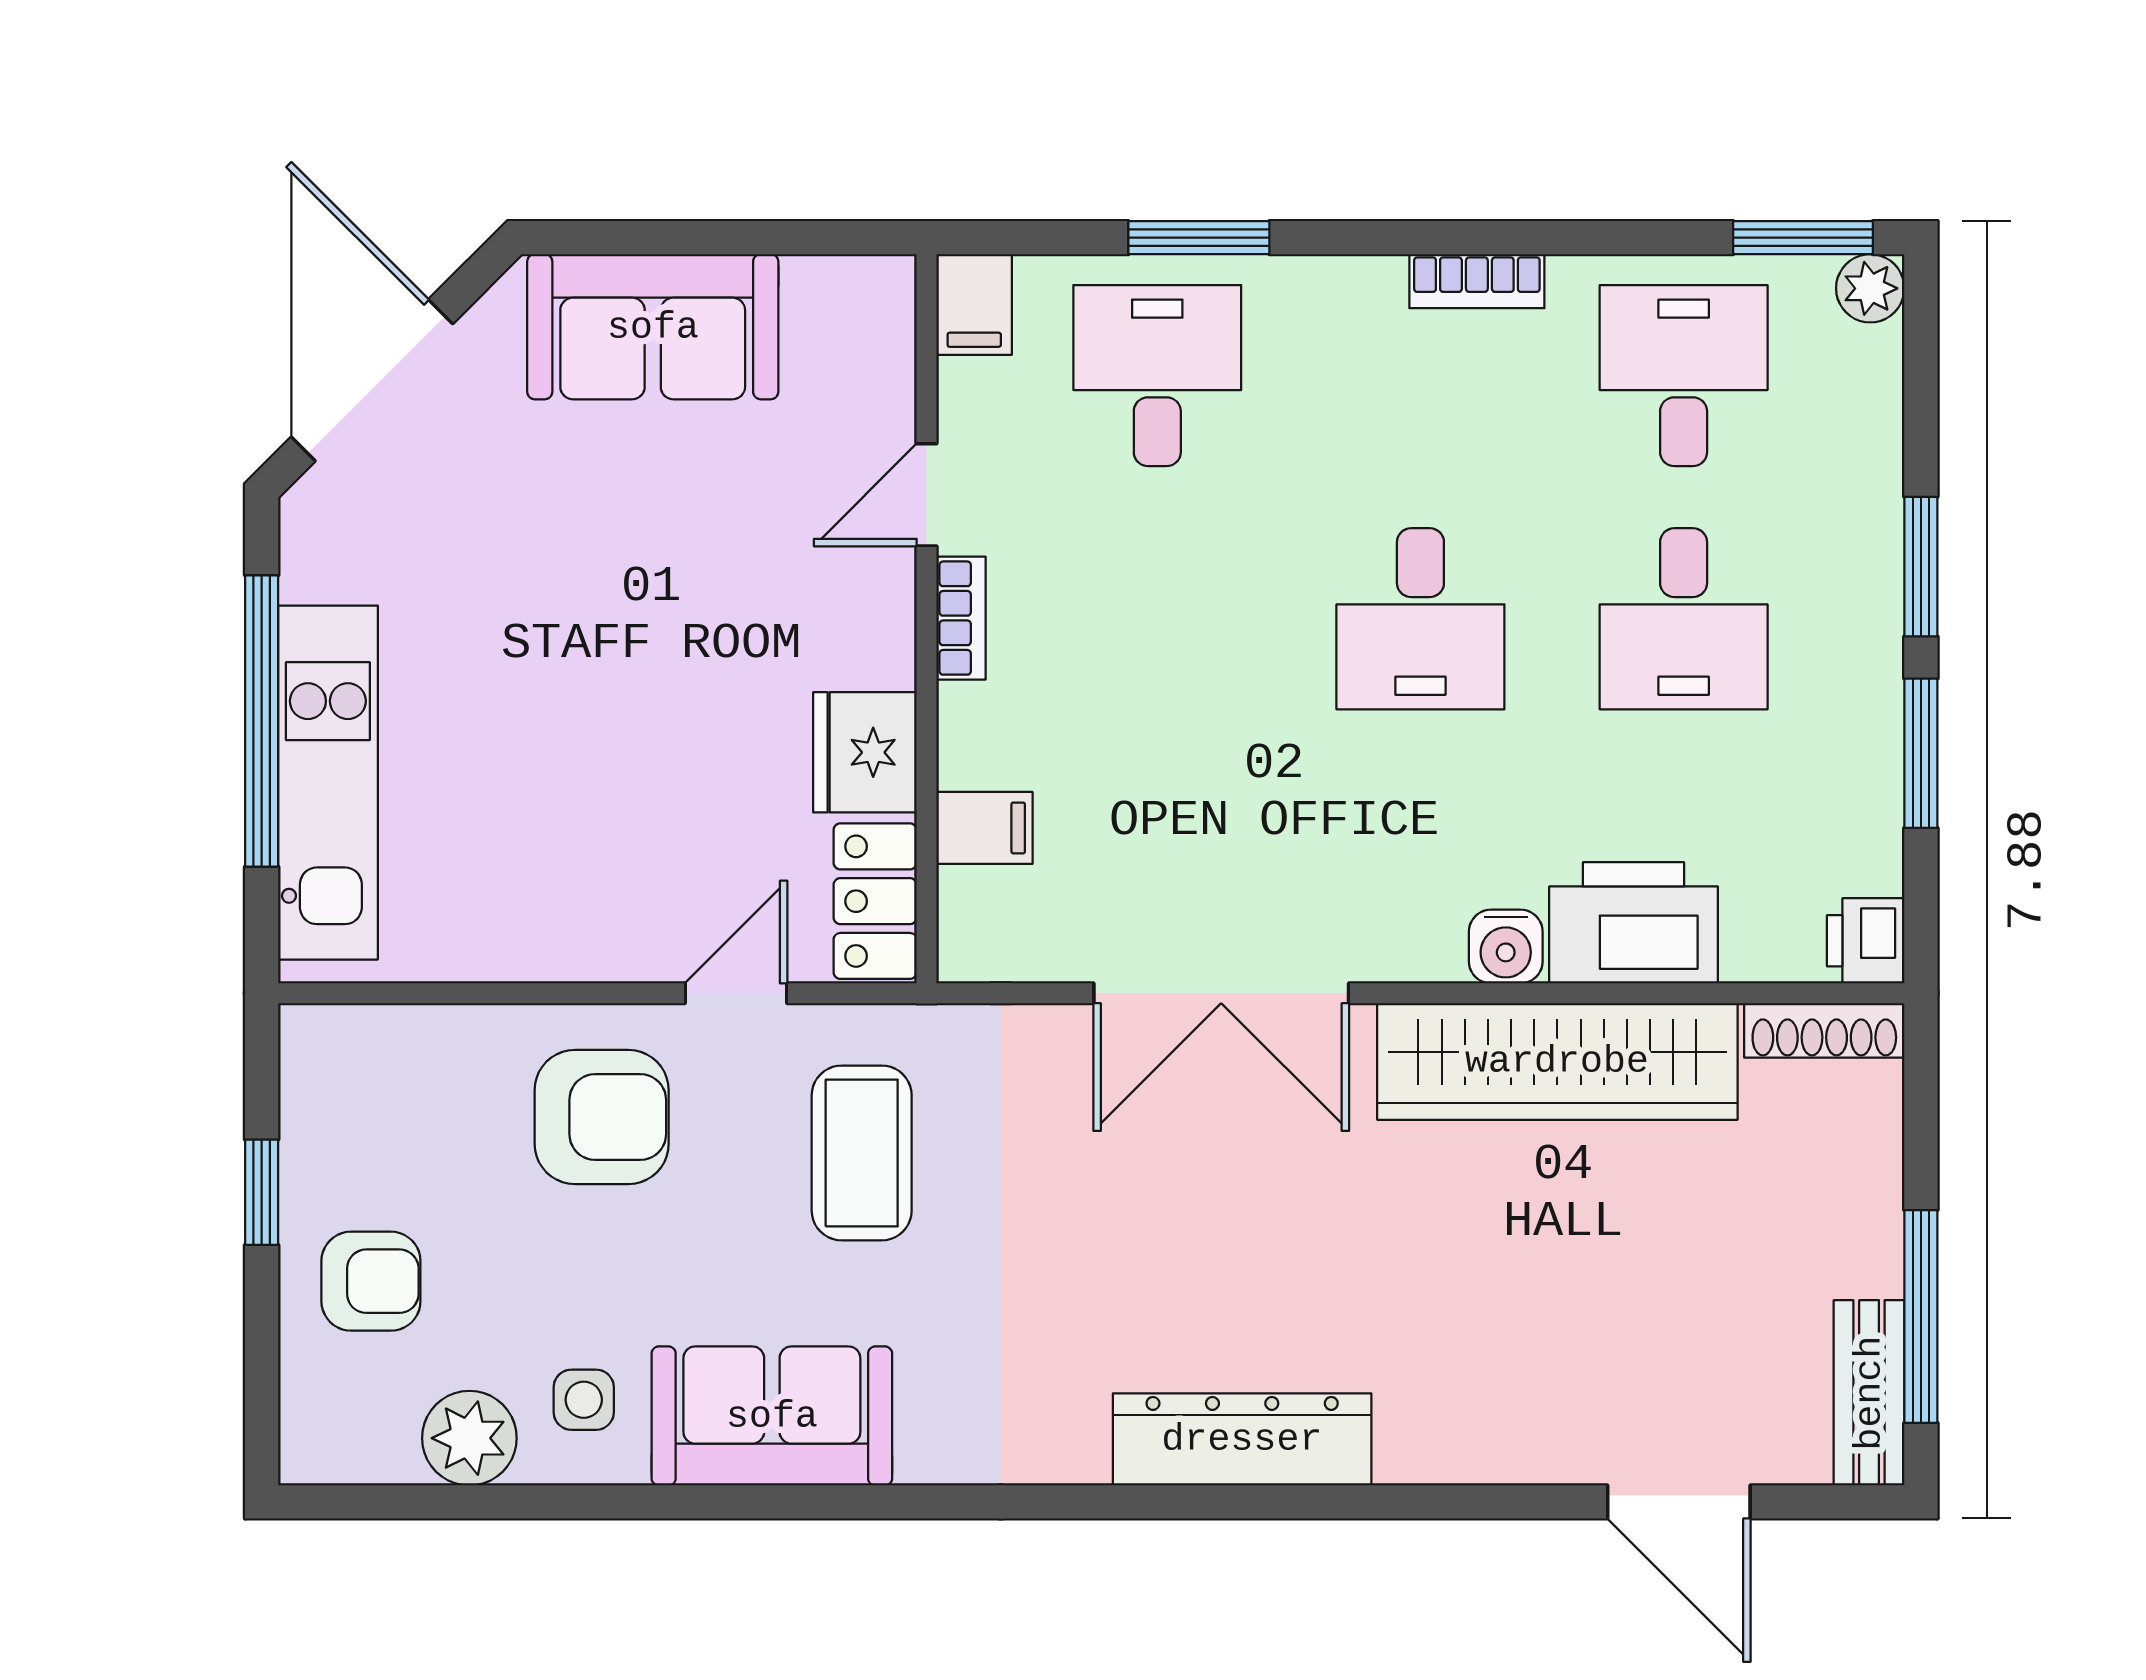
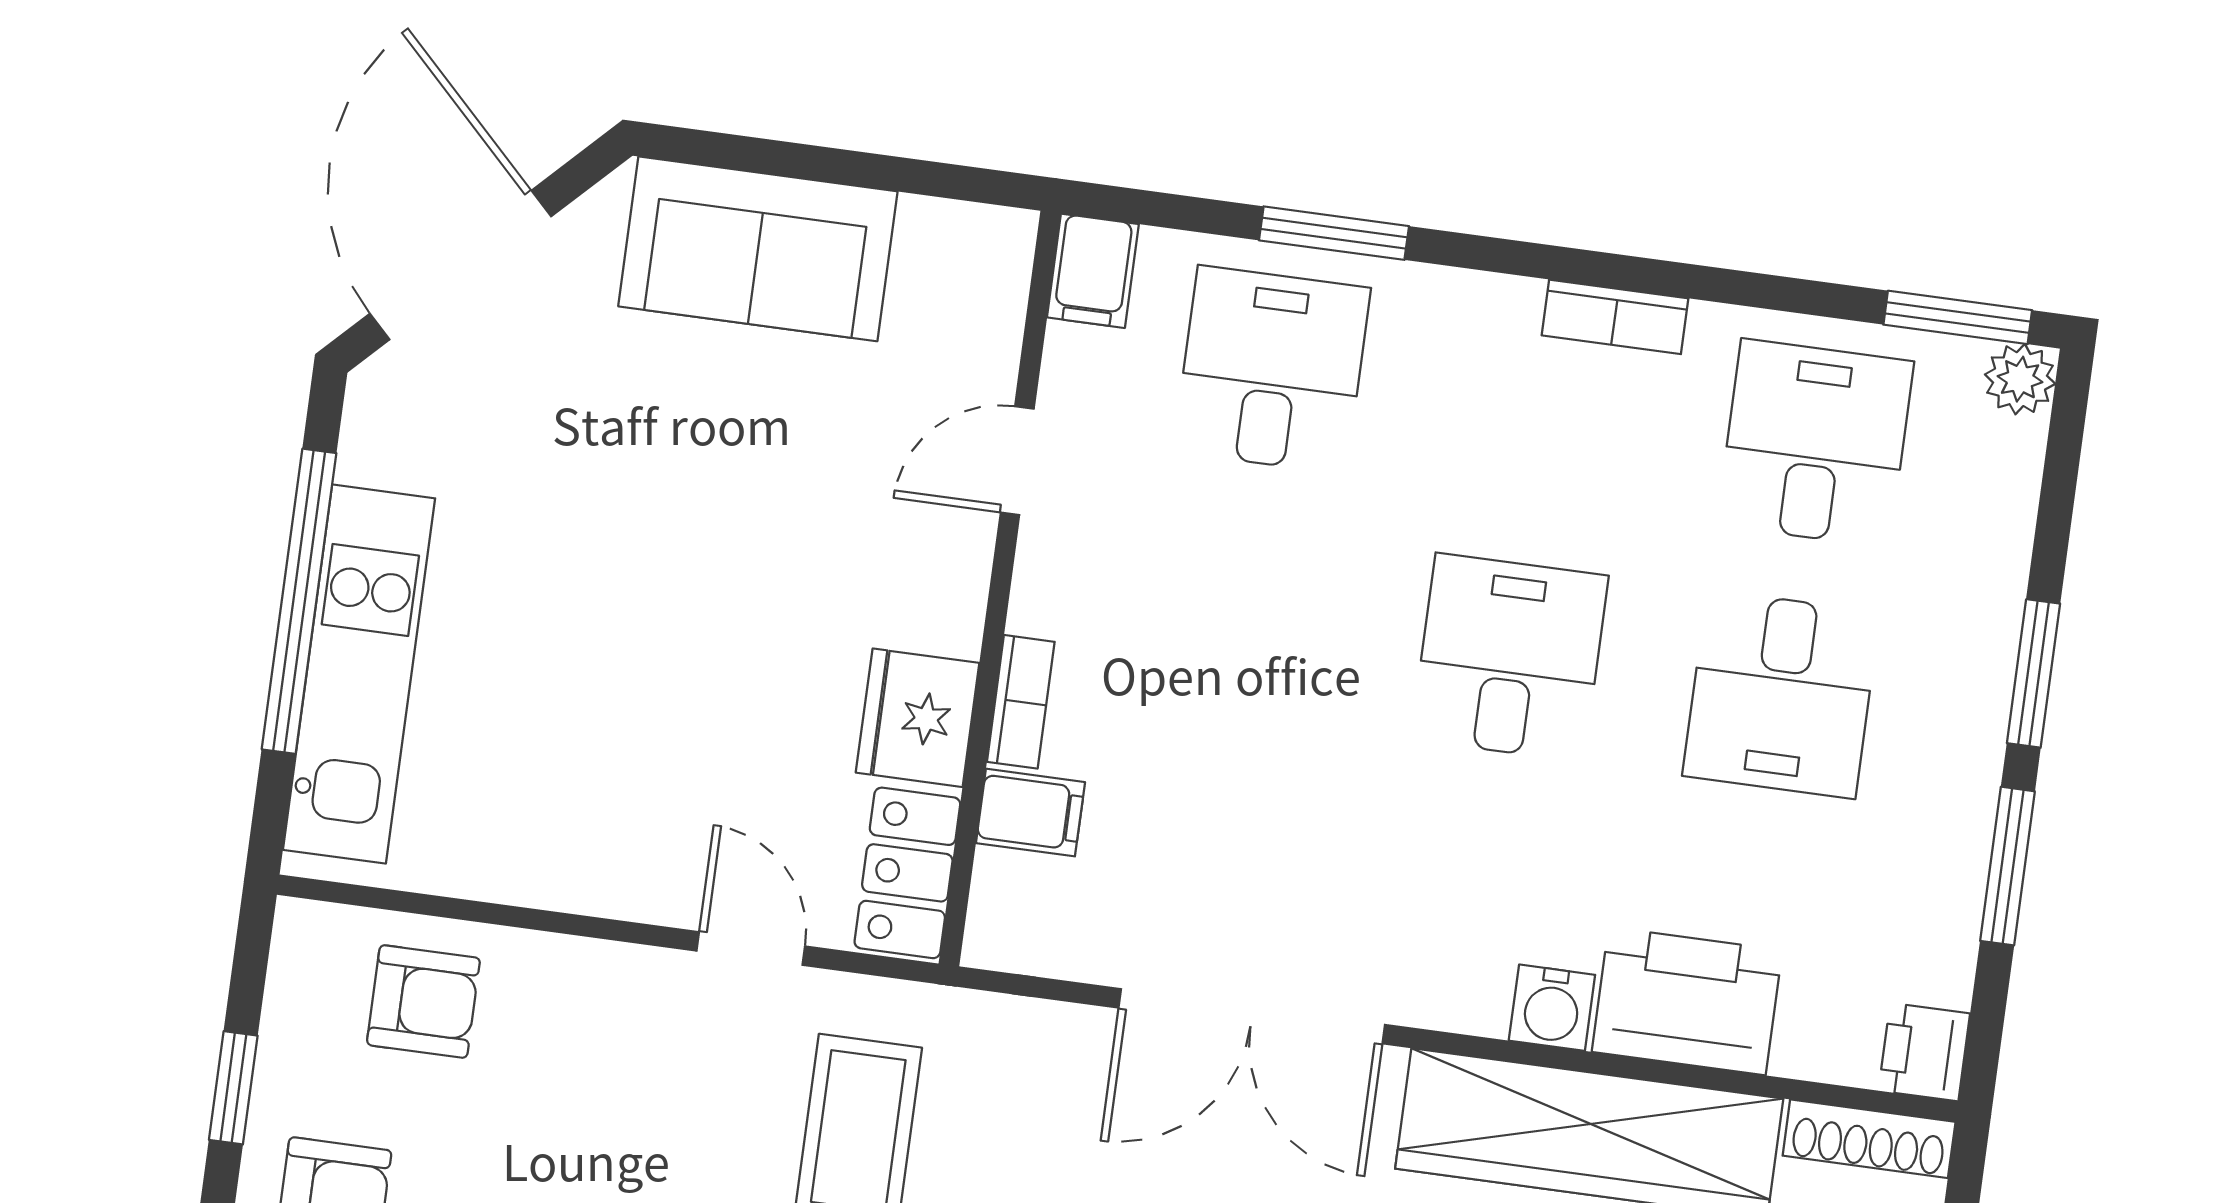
bookcase: (961, 618) -> (1021, 702), moved
desk: (1420, 619) -> (1510, 657), turned 180
door: (736, 993) -> (751, 949), hinge flipped
armchair: (602, 1117) -> (423, 1002), moved, width x0.72, depth x0.72

